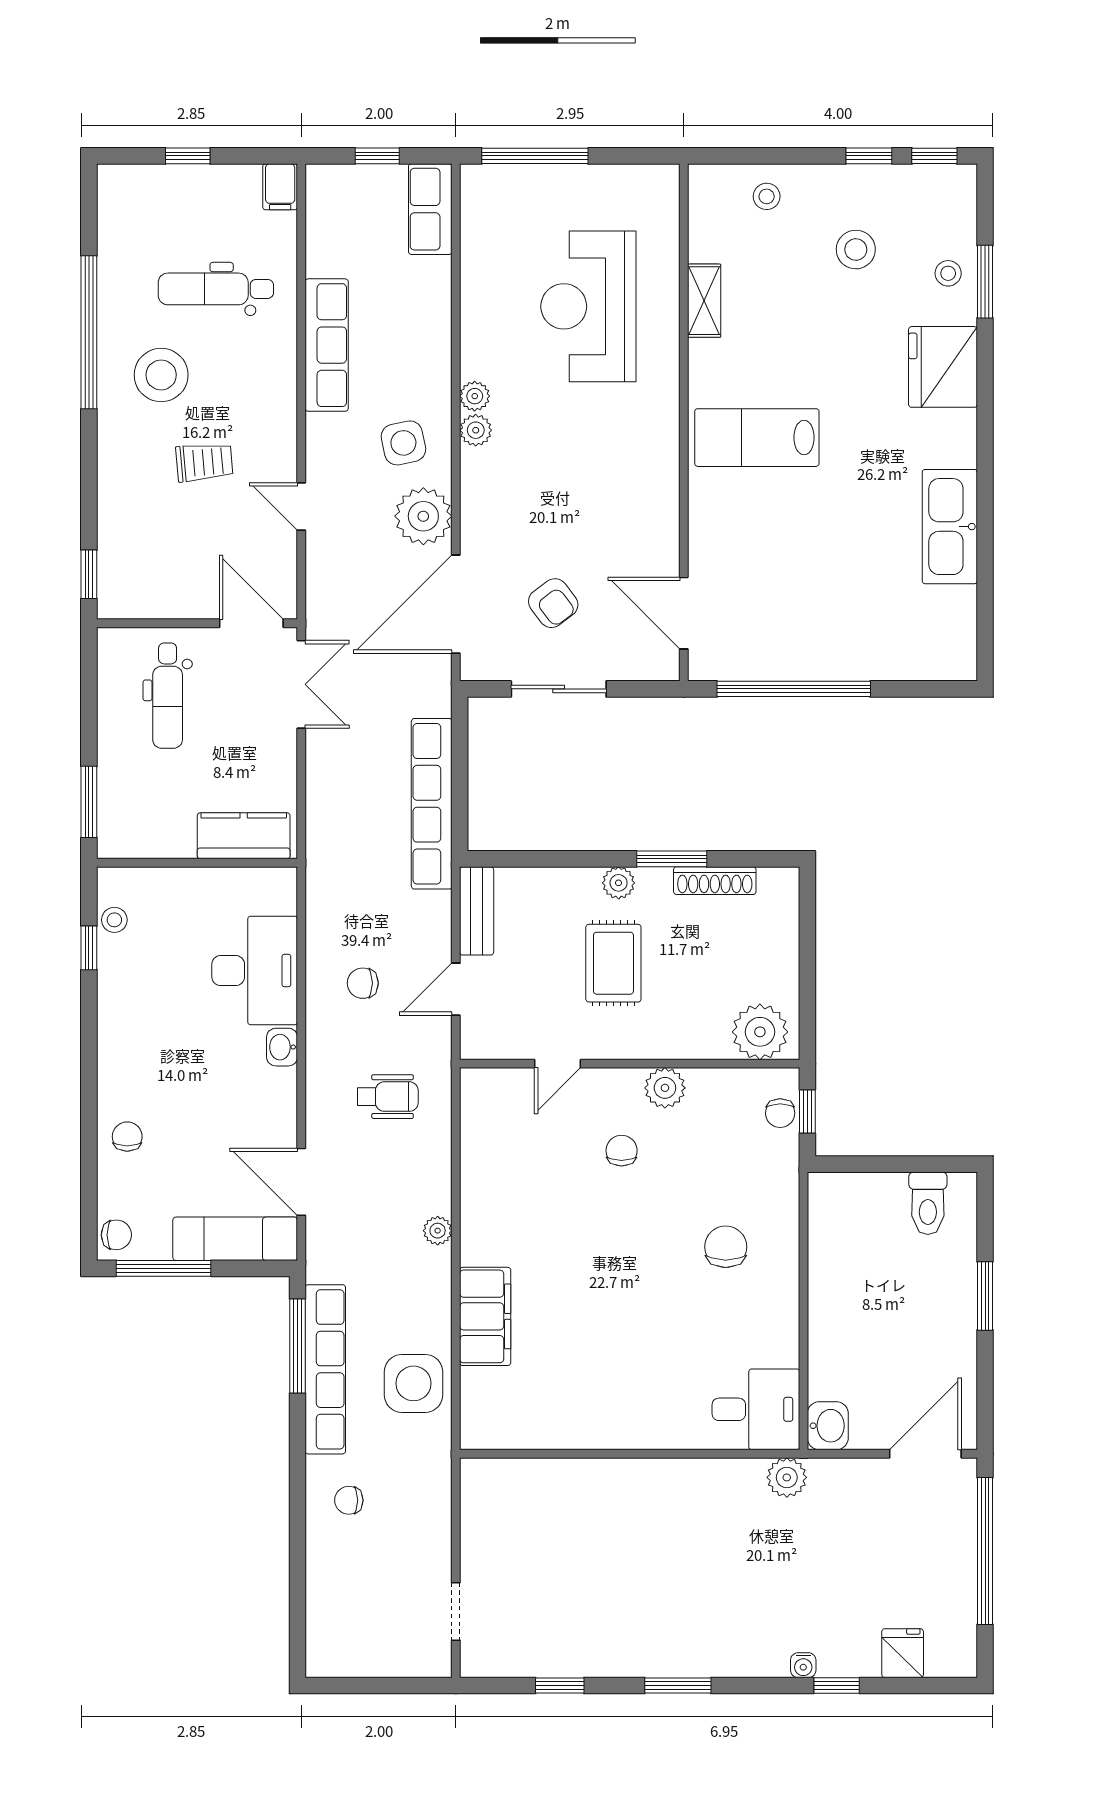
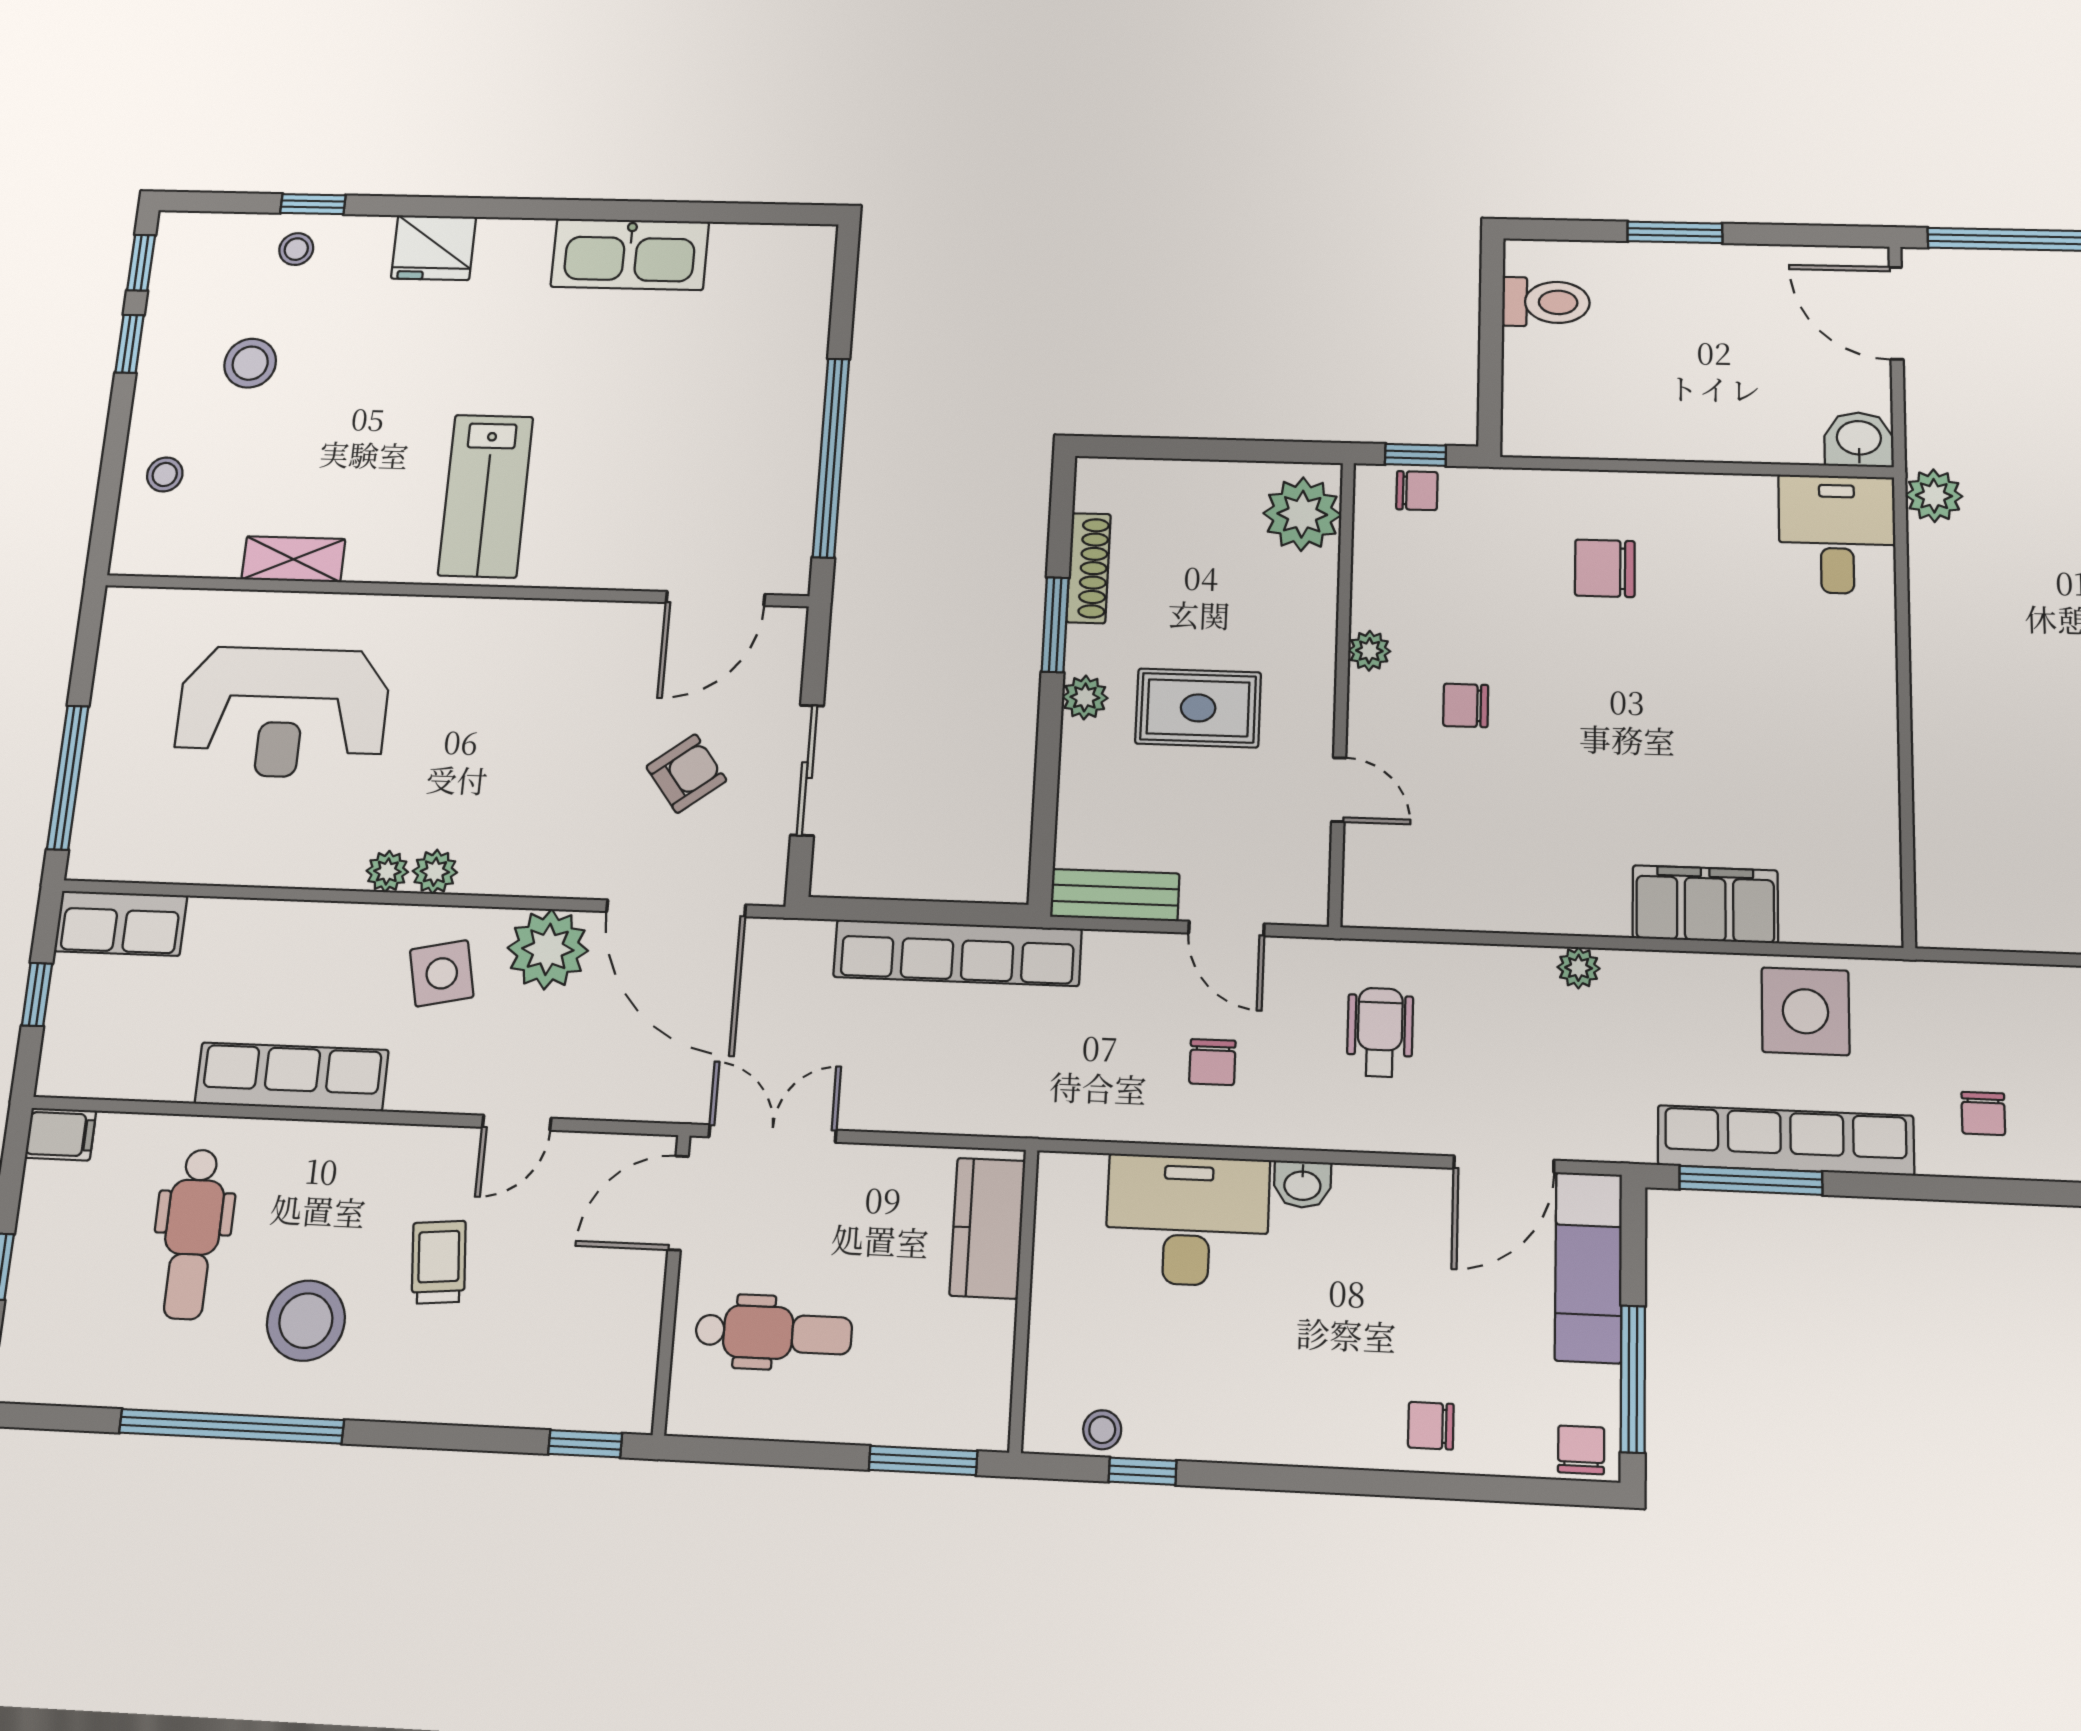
window: (985, 282) -> (313, 204), width x0.67
fridge: (943, 367) -> (434, 248), width x0.73, depth x0.75
plant: (665, 1088) -> (1369, 651), width x0.73, depth x0.73

